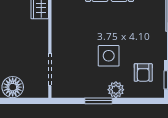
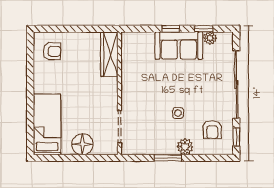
side table: (109, 56) -> (178, 113), width x0.54, depth x0.54

